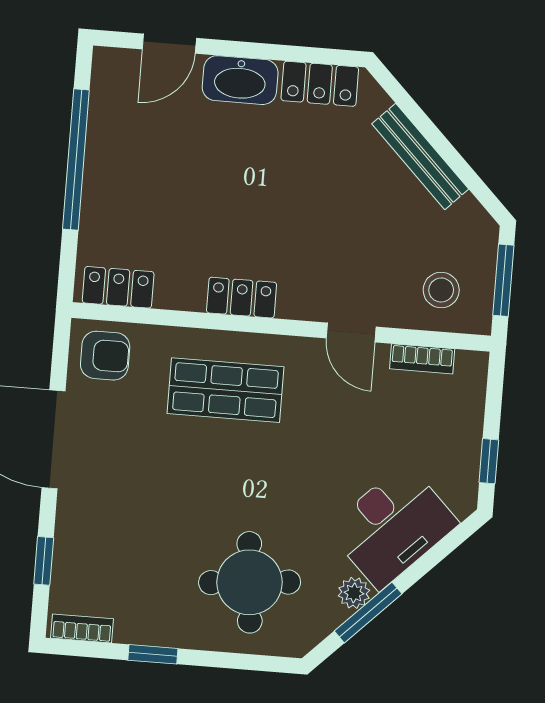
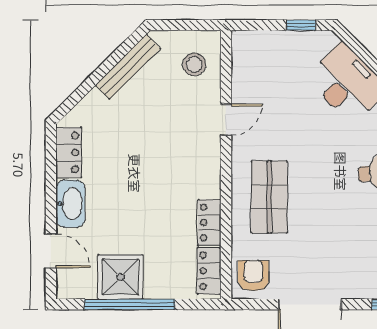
shower: (120, 148) -> (120, 277), added
bench: (420, 156) -> (128, 67), moved
window: (503, 280) -> (185, 25), removed
locker: (242, 298) -> (209, 223), moved
bookcase: (422, 359) -> (239, 73), removed

